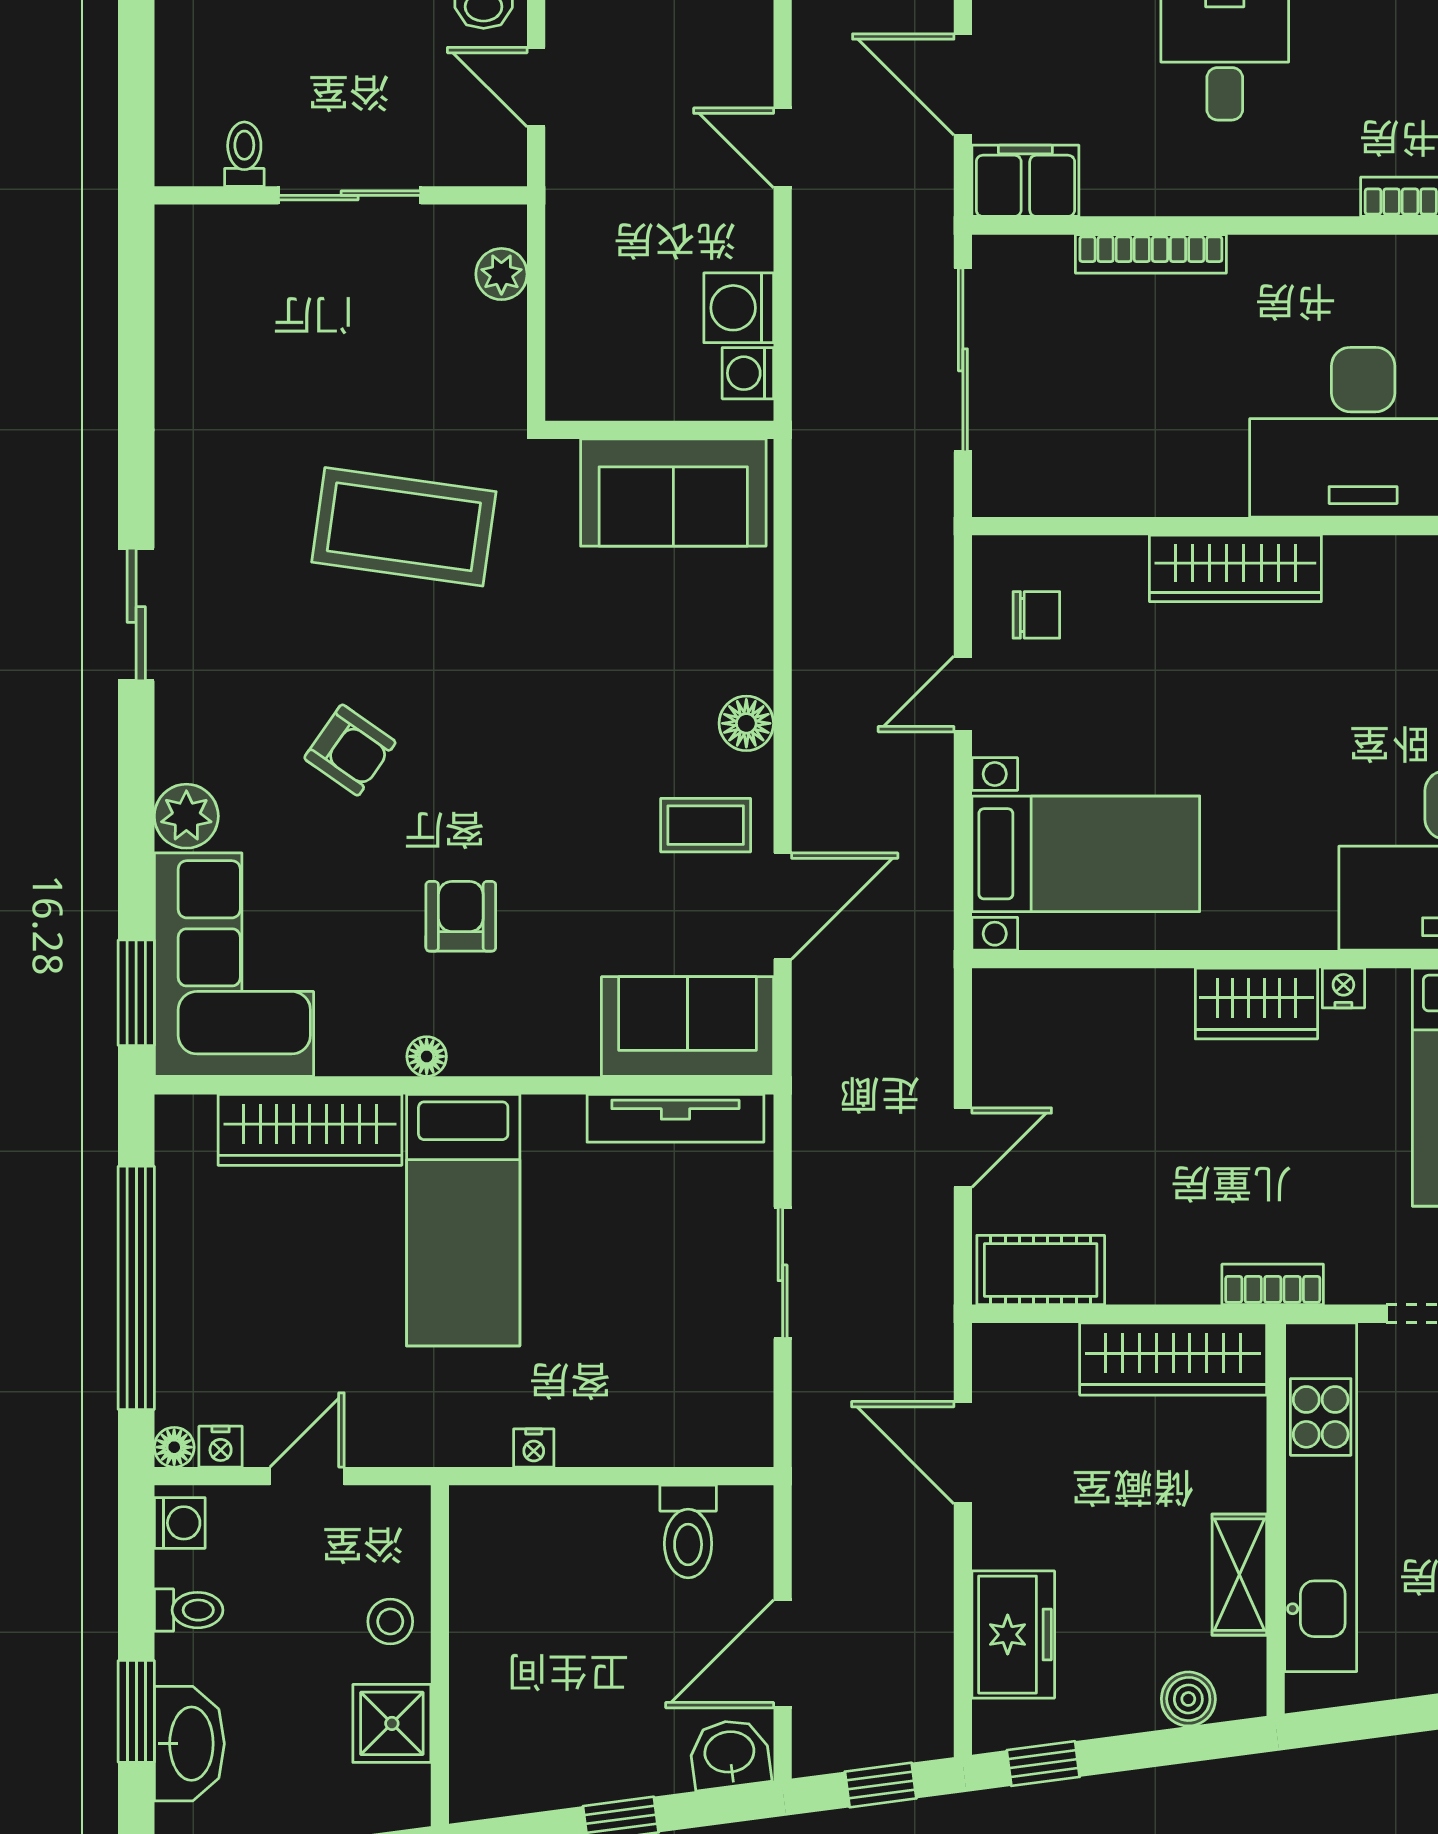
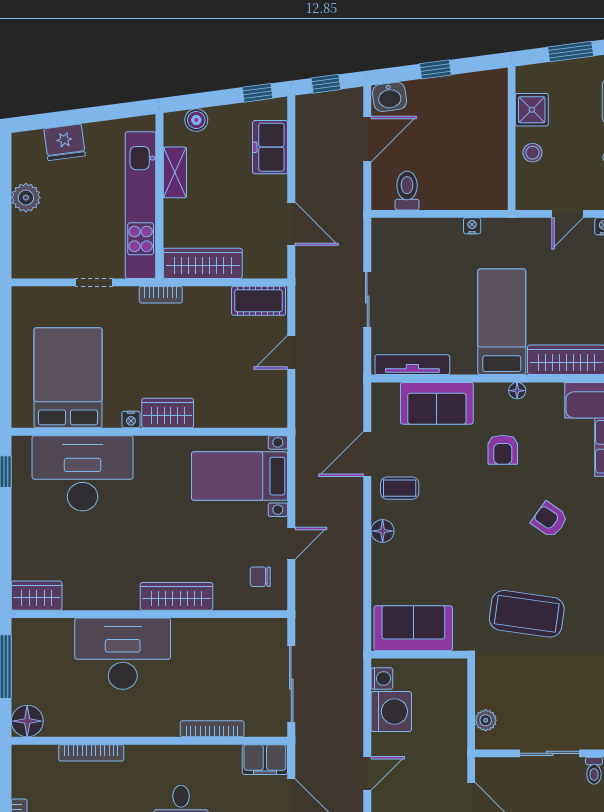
door: (783, 148) -> (367, 773), hinge flipped
washing machine: (739, 308) -> (391, 712), width x1.37, depth x1.37
sofa: (688, 1027) -> (437, 403), moved

